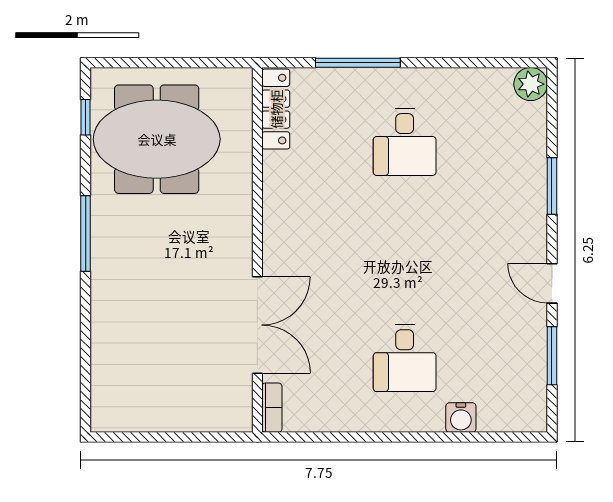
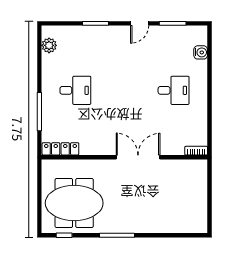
plant: (531, 84) -> (49, 45), moved
meeting table: (157, 139) -> (74, 203), turned 90
double door: (257, 325) -> (138, 157), moved
water cooler: (461, 418) -> (201, 52), moved

